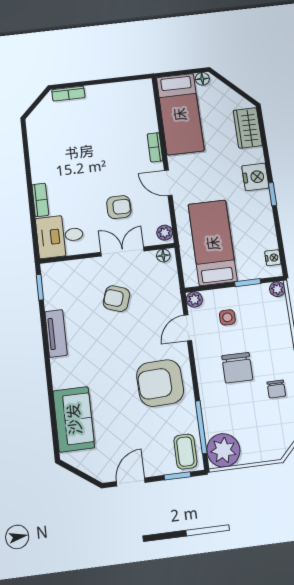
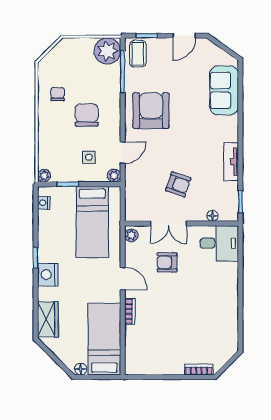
bookcase: (40, 200) -> (233, 277), removed
floor lamp: (163, 256) -> (212, 216), moved
armchair: (160, 383) -> (151, 111), turned -88

